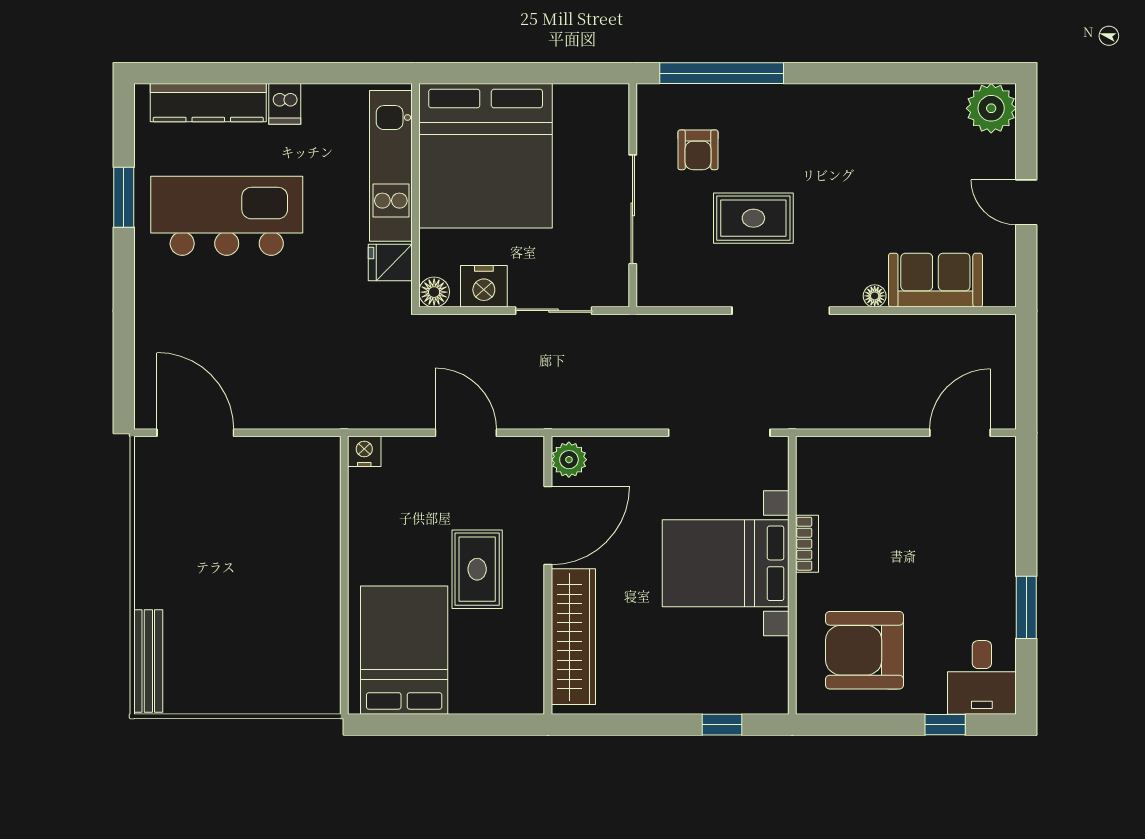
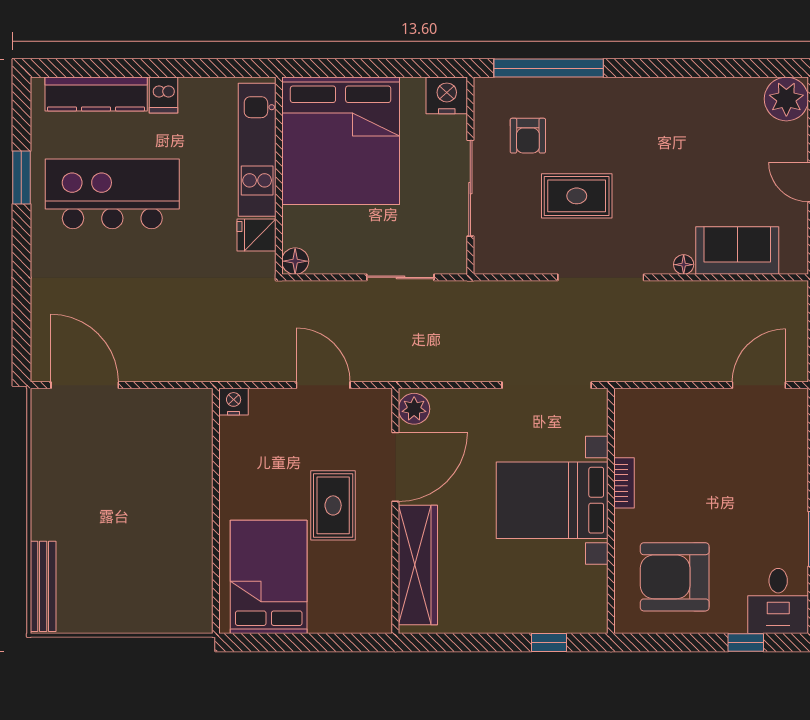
nightstand: (484, 286) -> (447, 95), moved, turned 180

